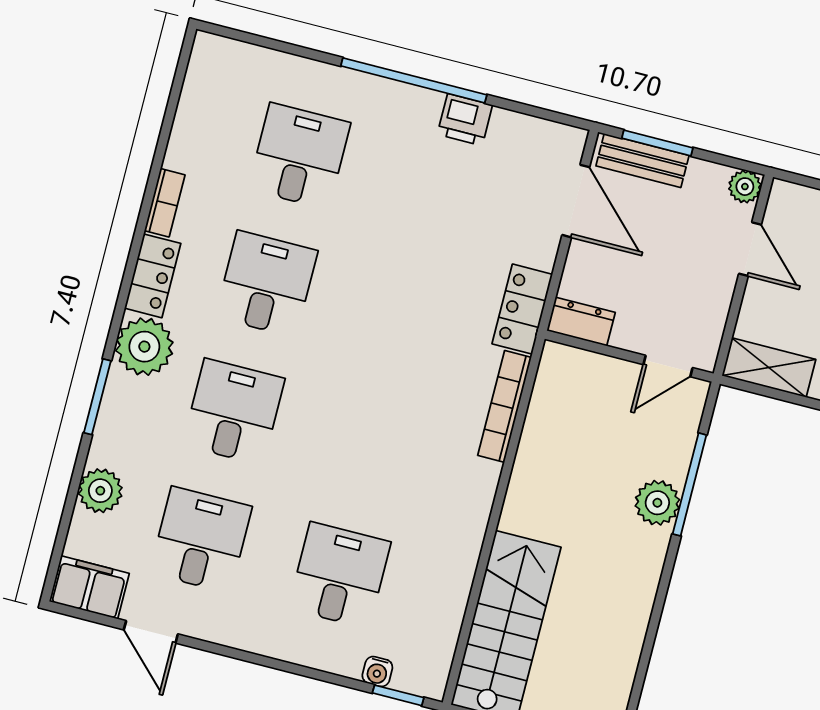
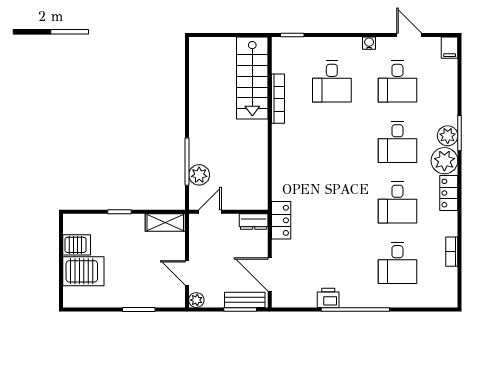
bookcase: (165, 203) -> (452, 252), moved
bookcase: (505, 406) -> (278, 99), moved
plant: (100, 491) -> (448, 136), moved
plant: (657, 503) -> (199, 175), moved
filing cabinet: (89, 587) -> (450, 48), width x0.50
water cooler: (377, 672) -> (369, 43), moved

